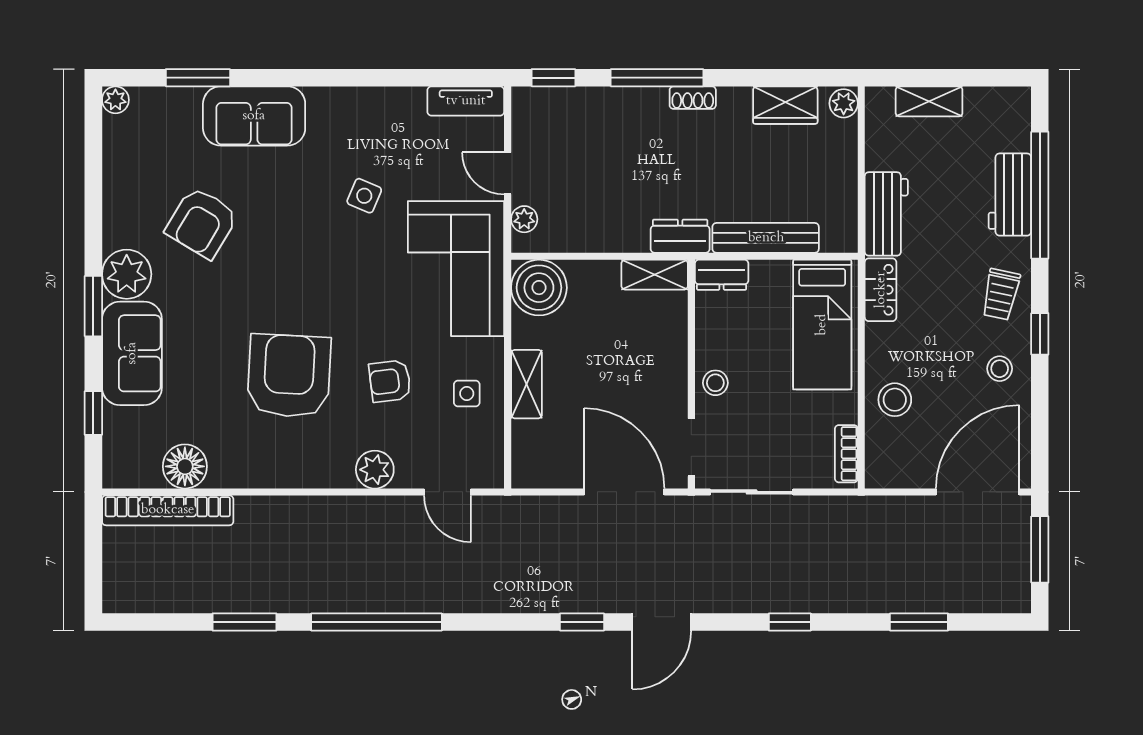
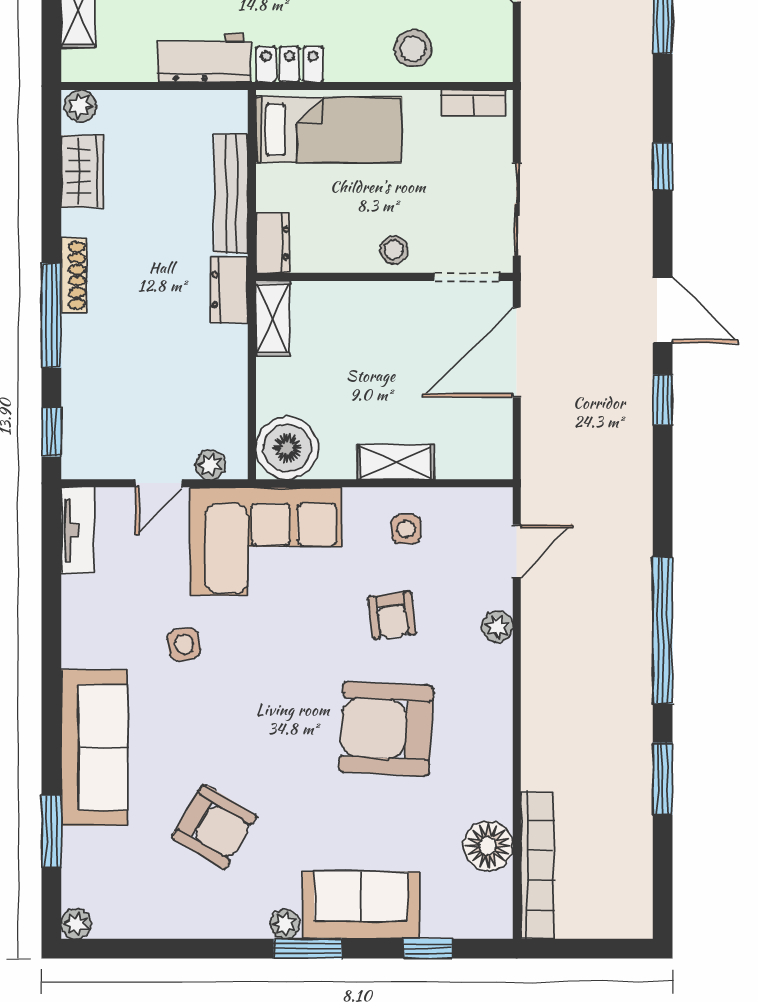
shoe rack: (693, 98) -> (74, 275), width x1.43
sofa: (254, 116) -> (94, 747), width x1.36
side table: (364, 196) -> (184, 644), turned -32
plant: (127, 274) -> (285, 924), width x0.53, depth x0.53
plant: (375, 470) -> (497, 627), width x0.73, depth x0.73

